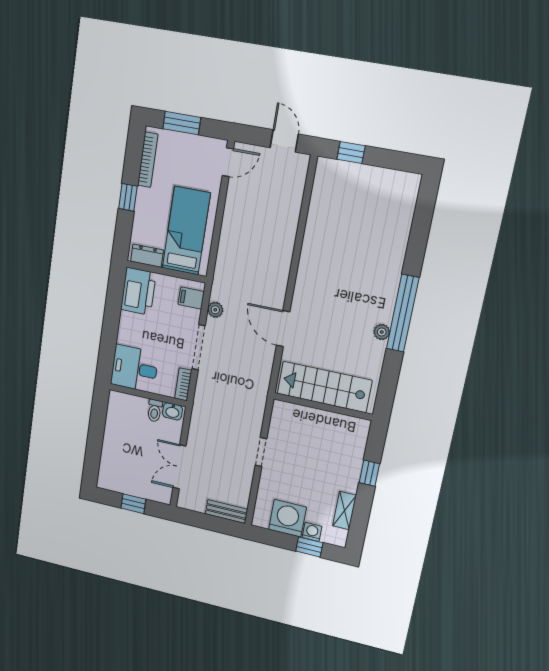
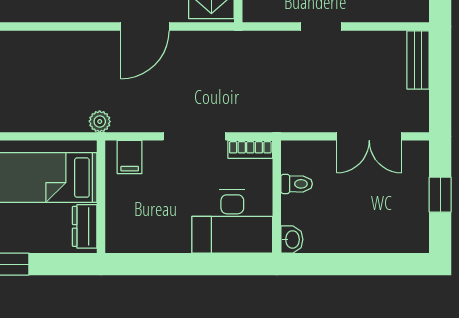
printer: (138, 291) -> (135, 232), removed
plant: (215, 310) -> (100, 121), moved
desk: (134, 368) -> (232, 221), width x1.37
washbasin: (172, 411) -> (292, 239), moved

